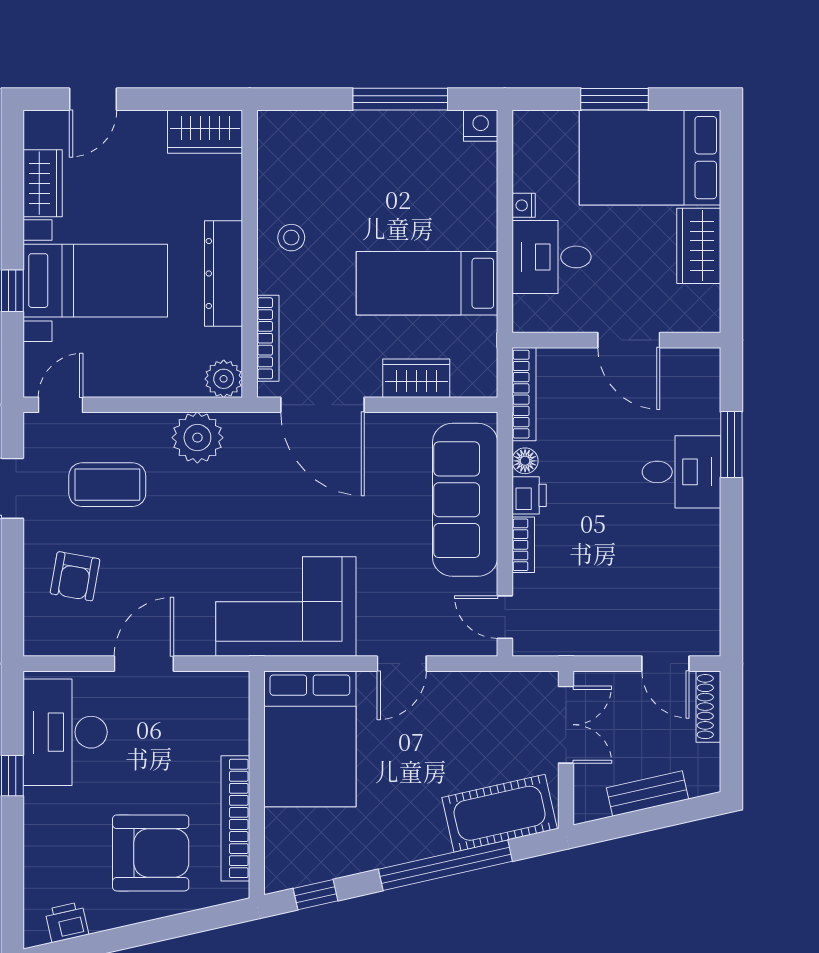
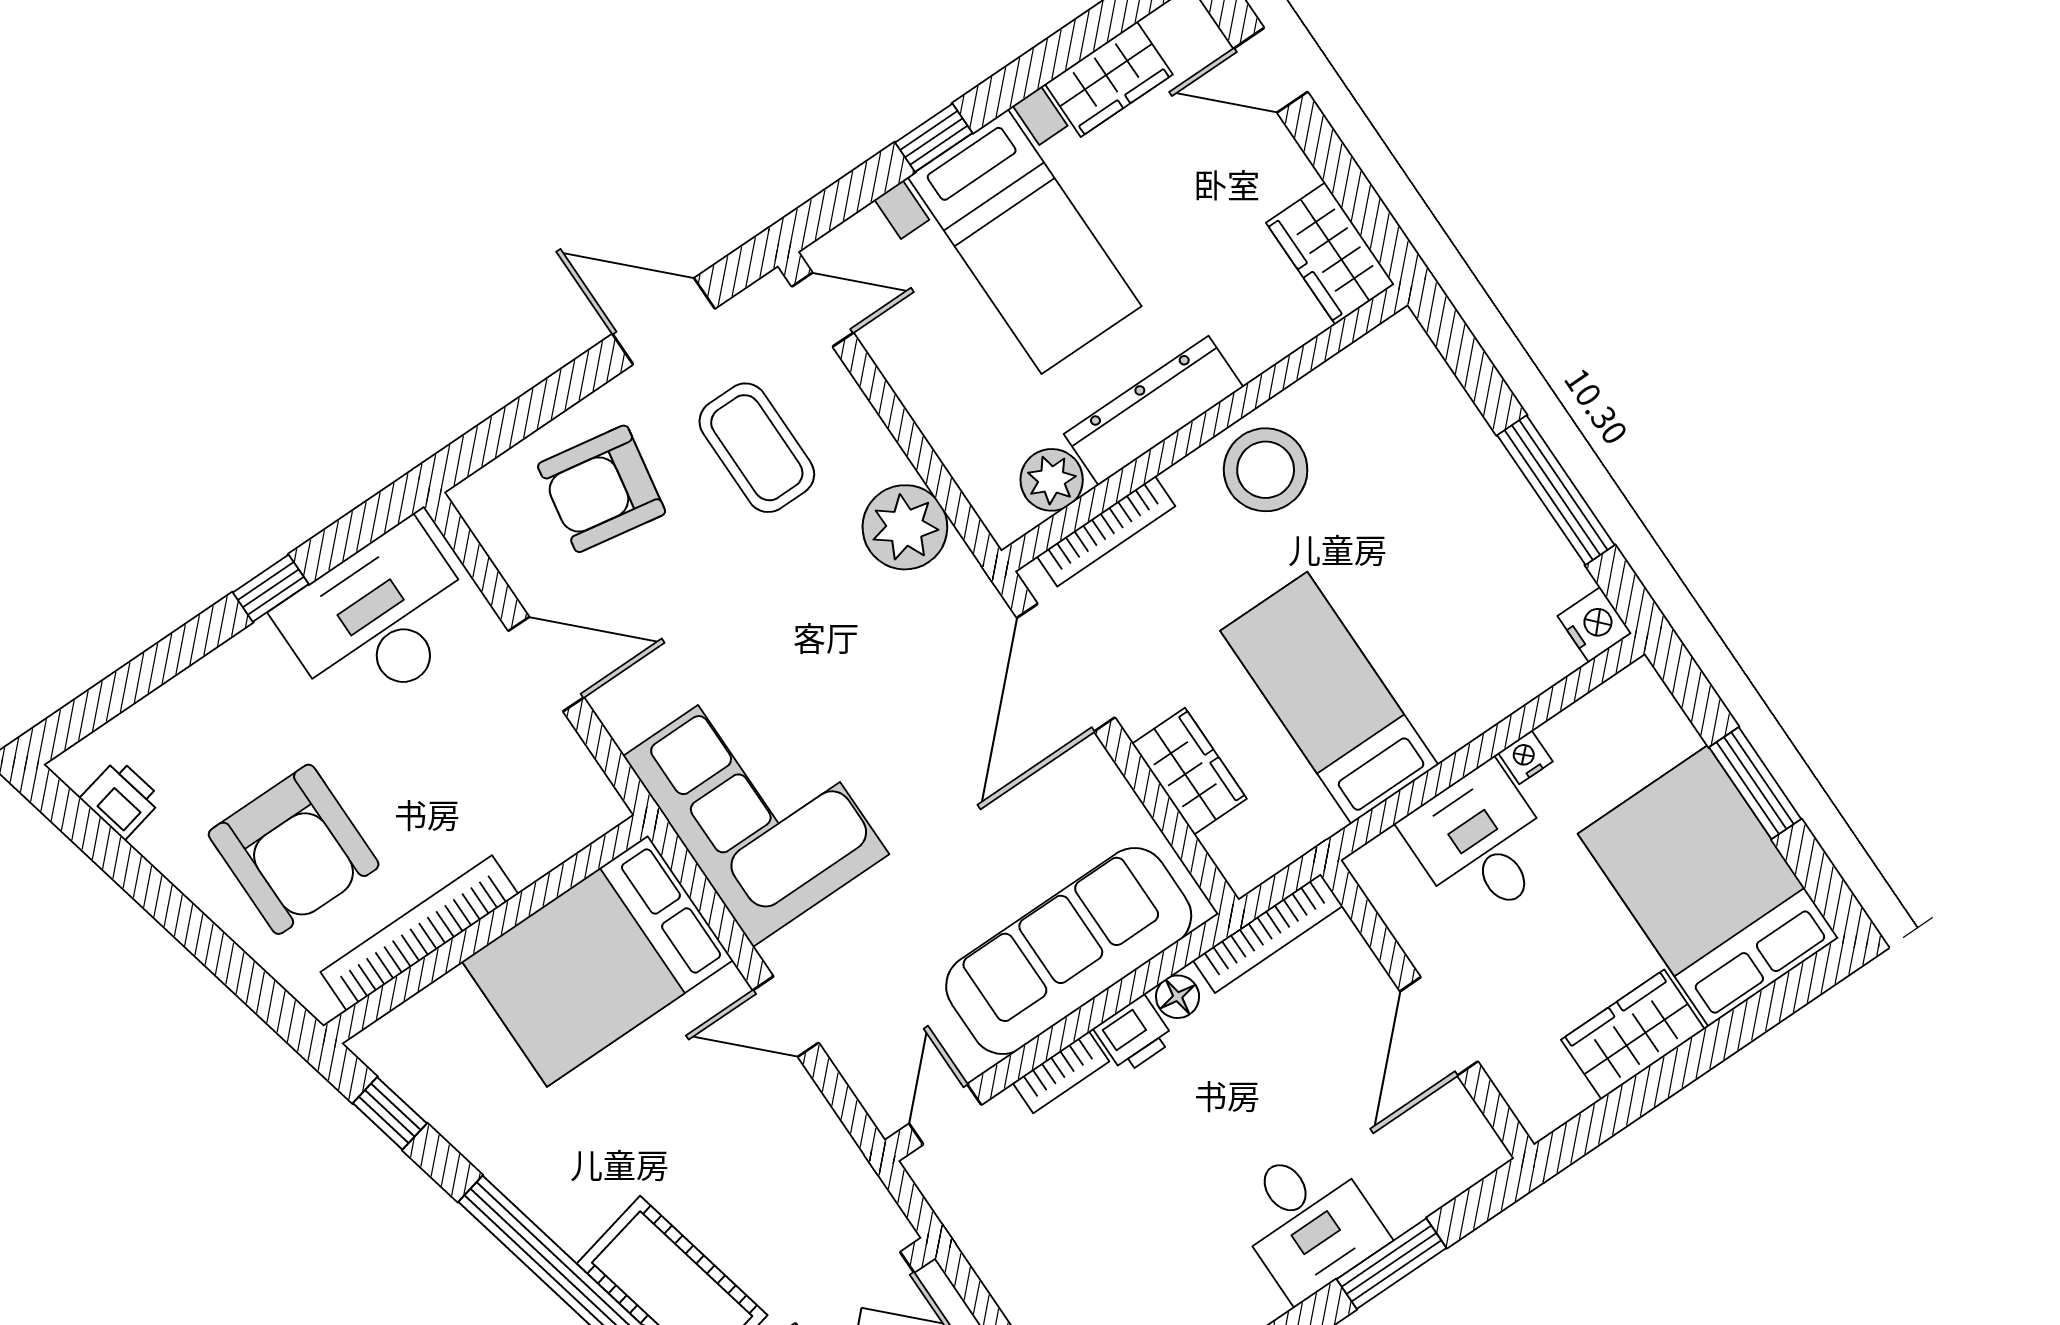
stool: (291, 238) -> (1266, 470), width x1.89, depth x1.89
plant: (224, 379) -> (1052, 480), moved
armchair: (75, 576) -> (602, 489), width x1.38, depth x1.38

